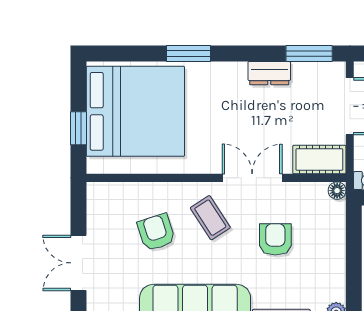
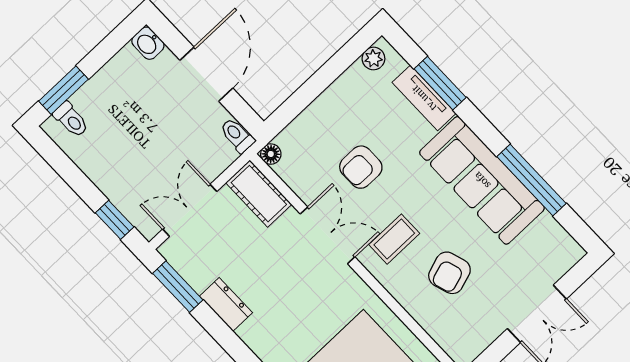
double door: (252, 178) -> (328, 235), swing flipped
coffee table: (210, 218) -> (394, 239), turned 33

